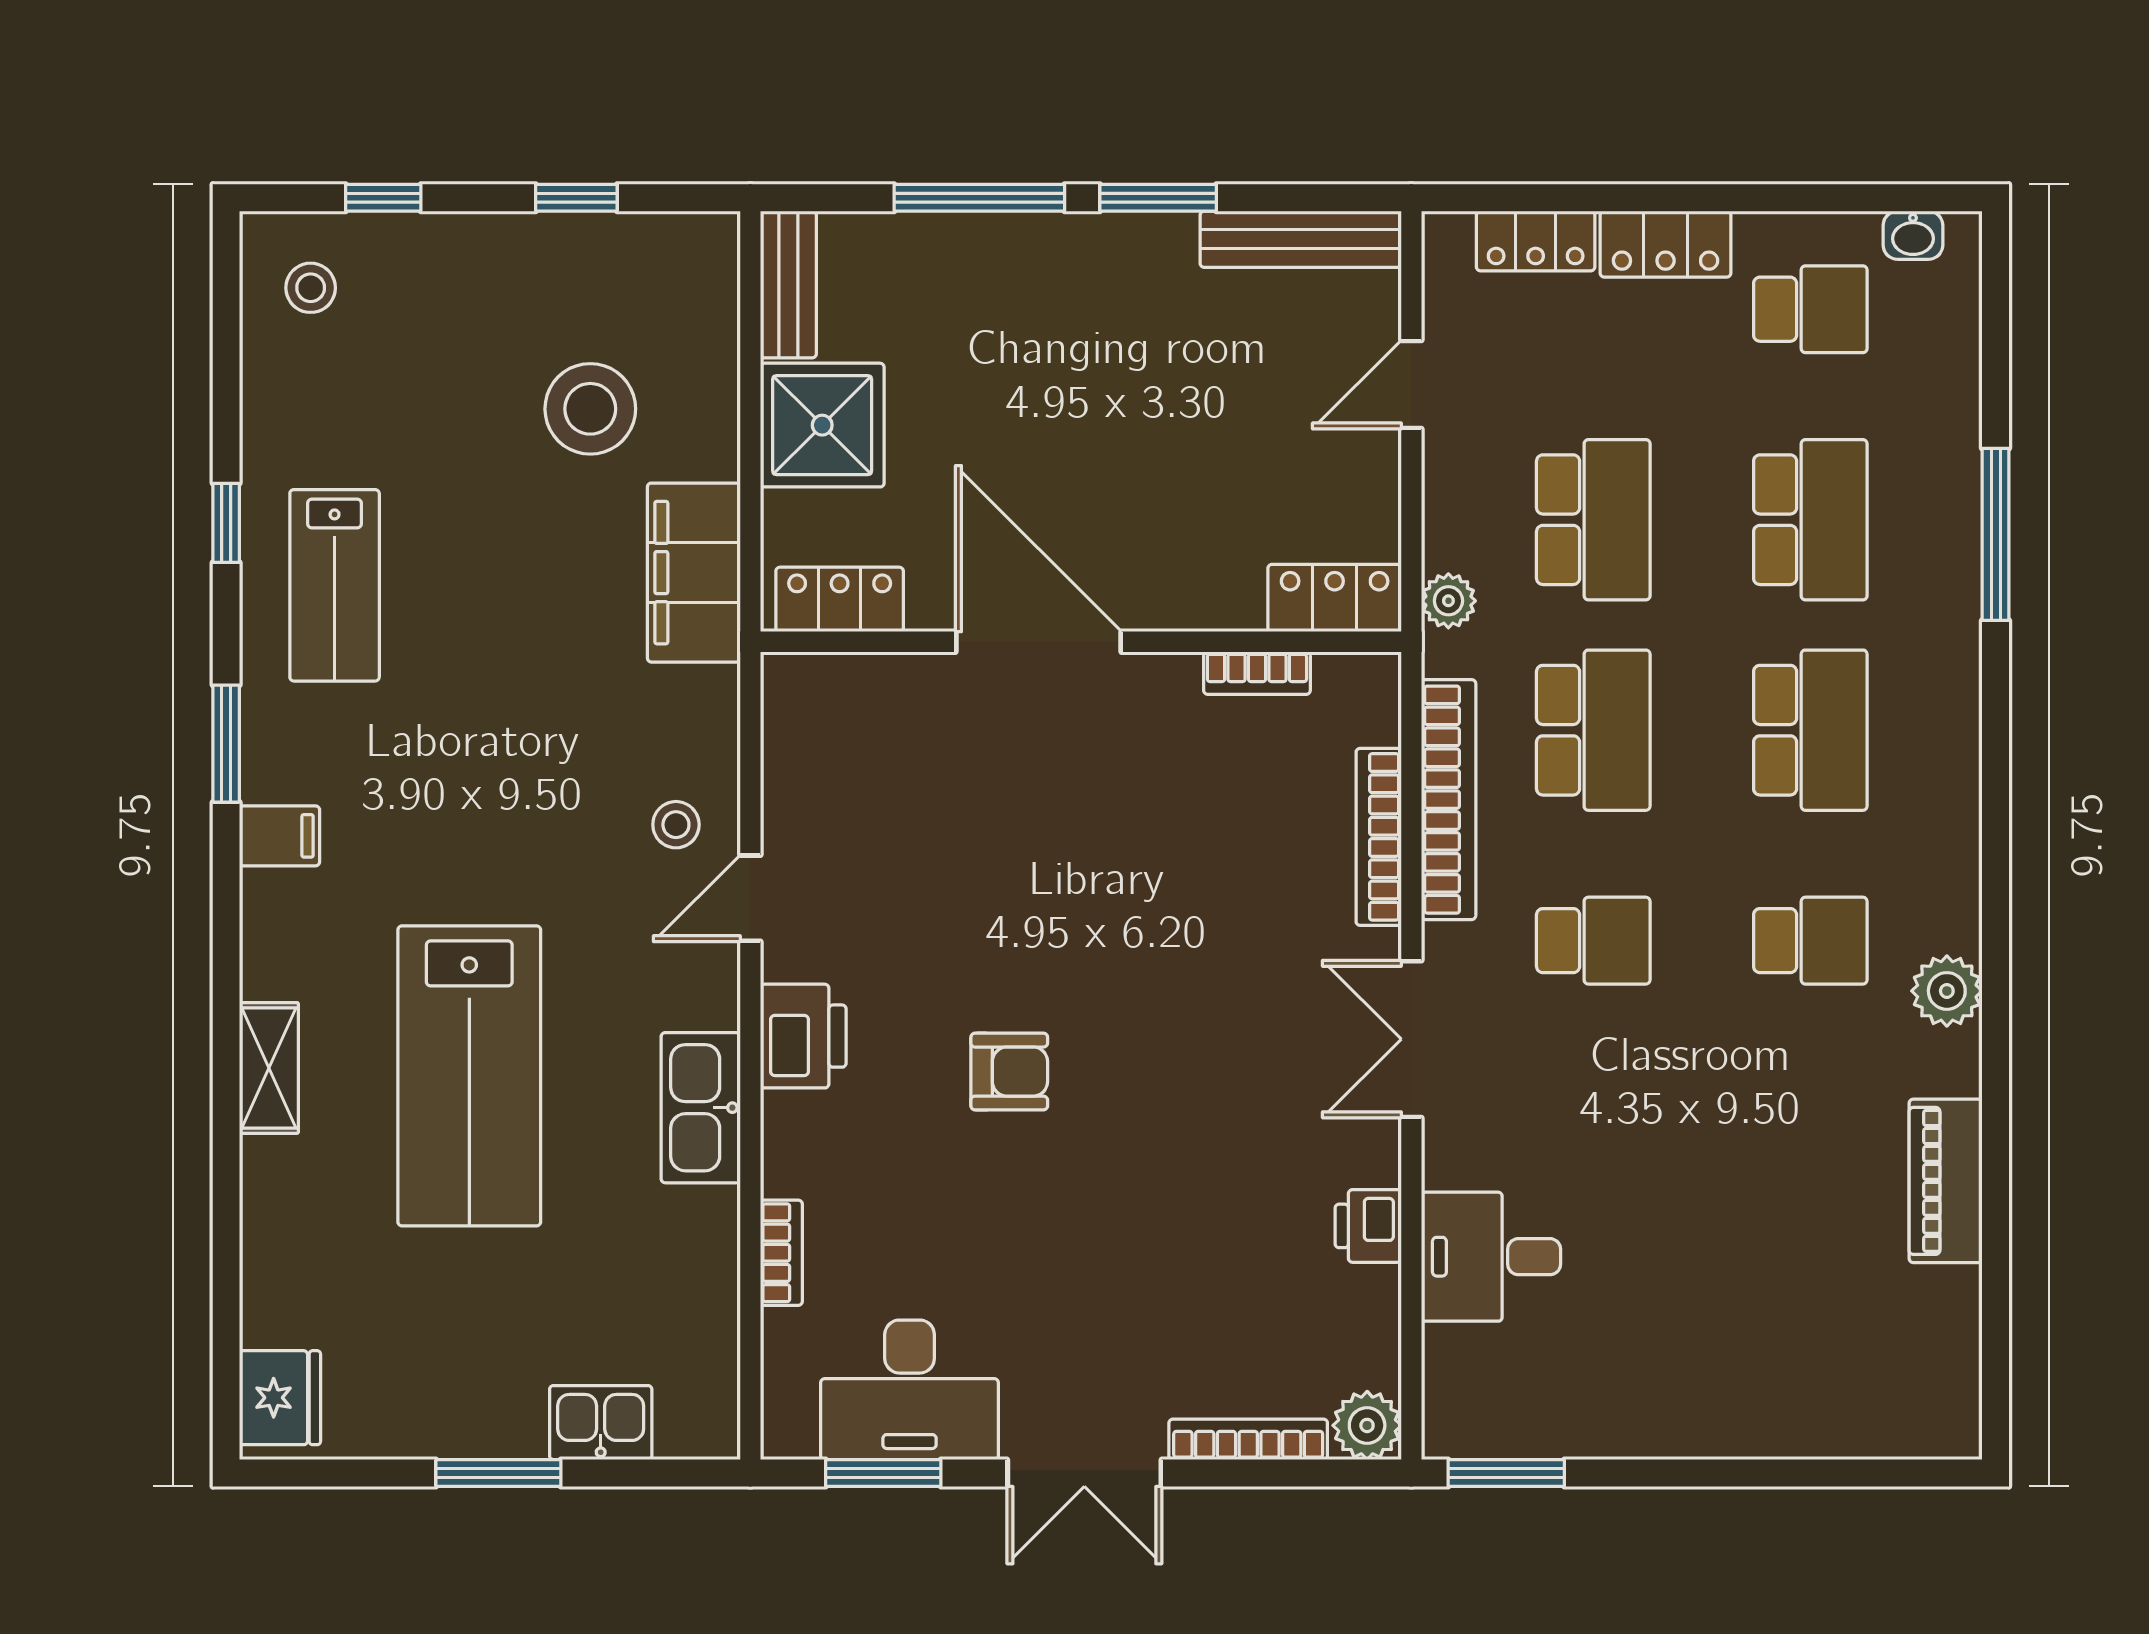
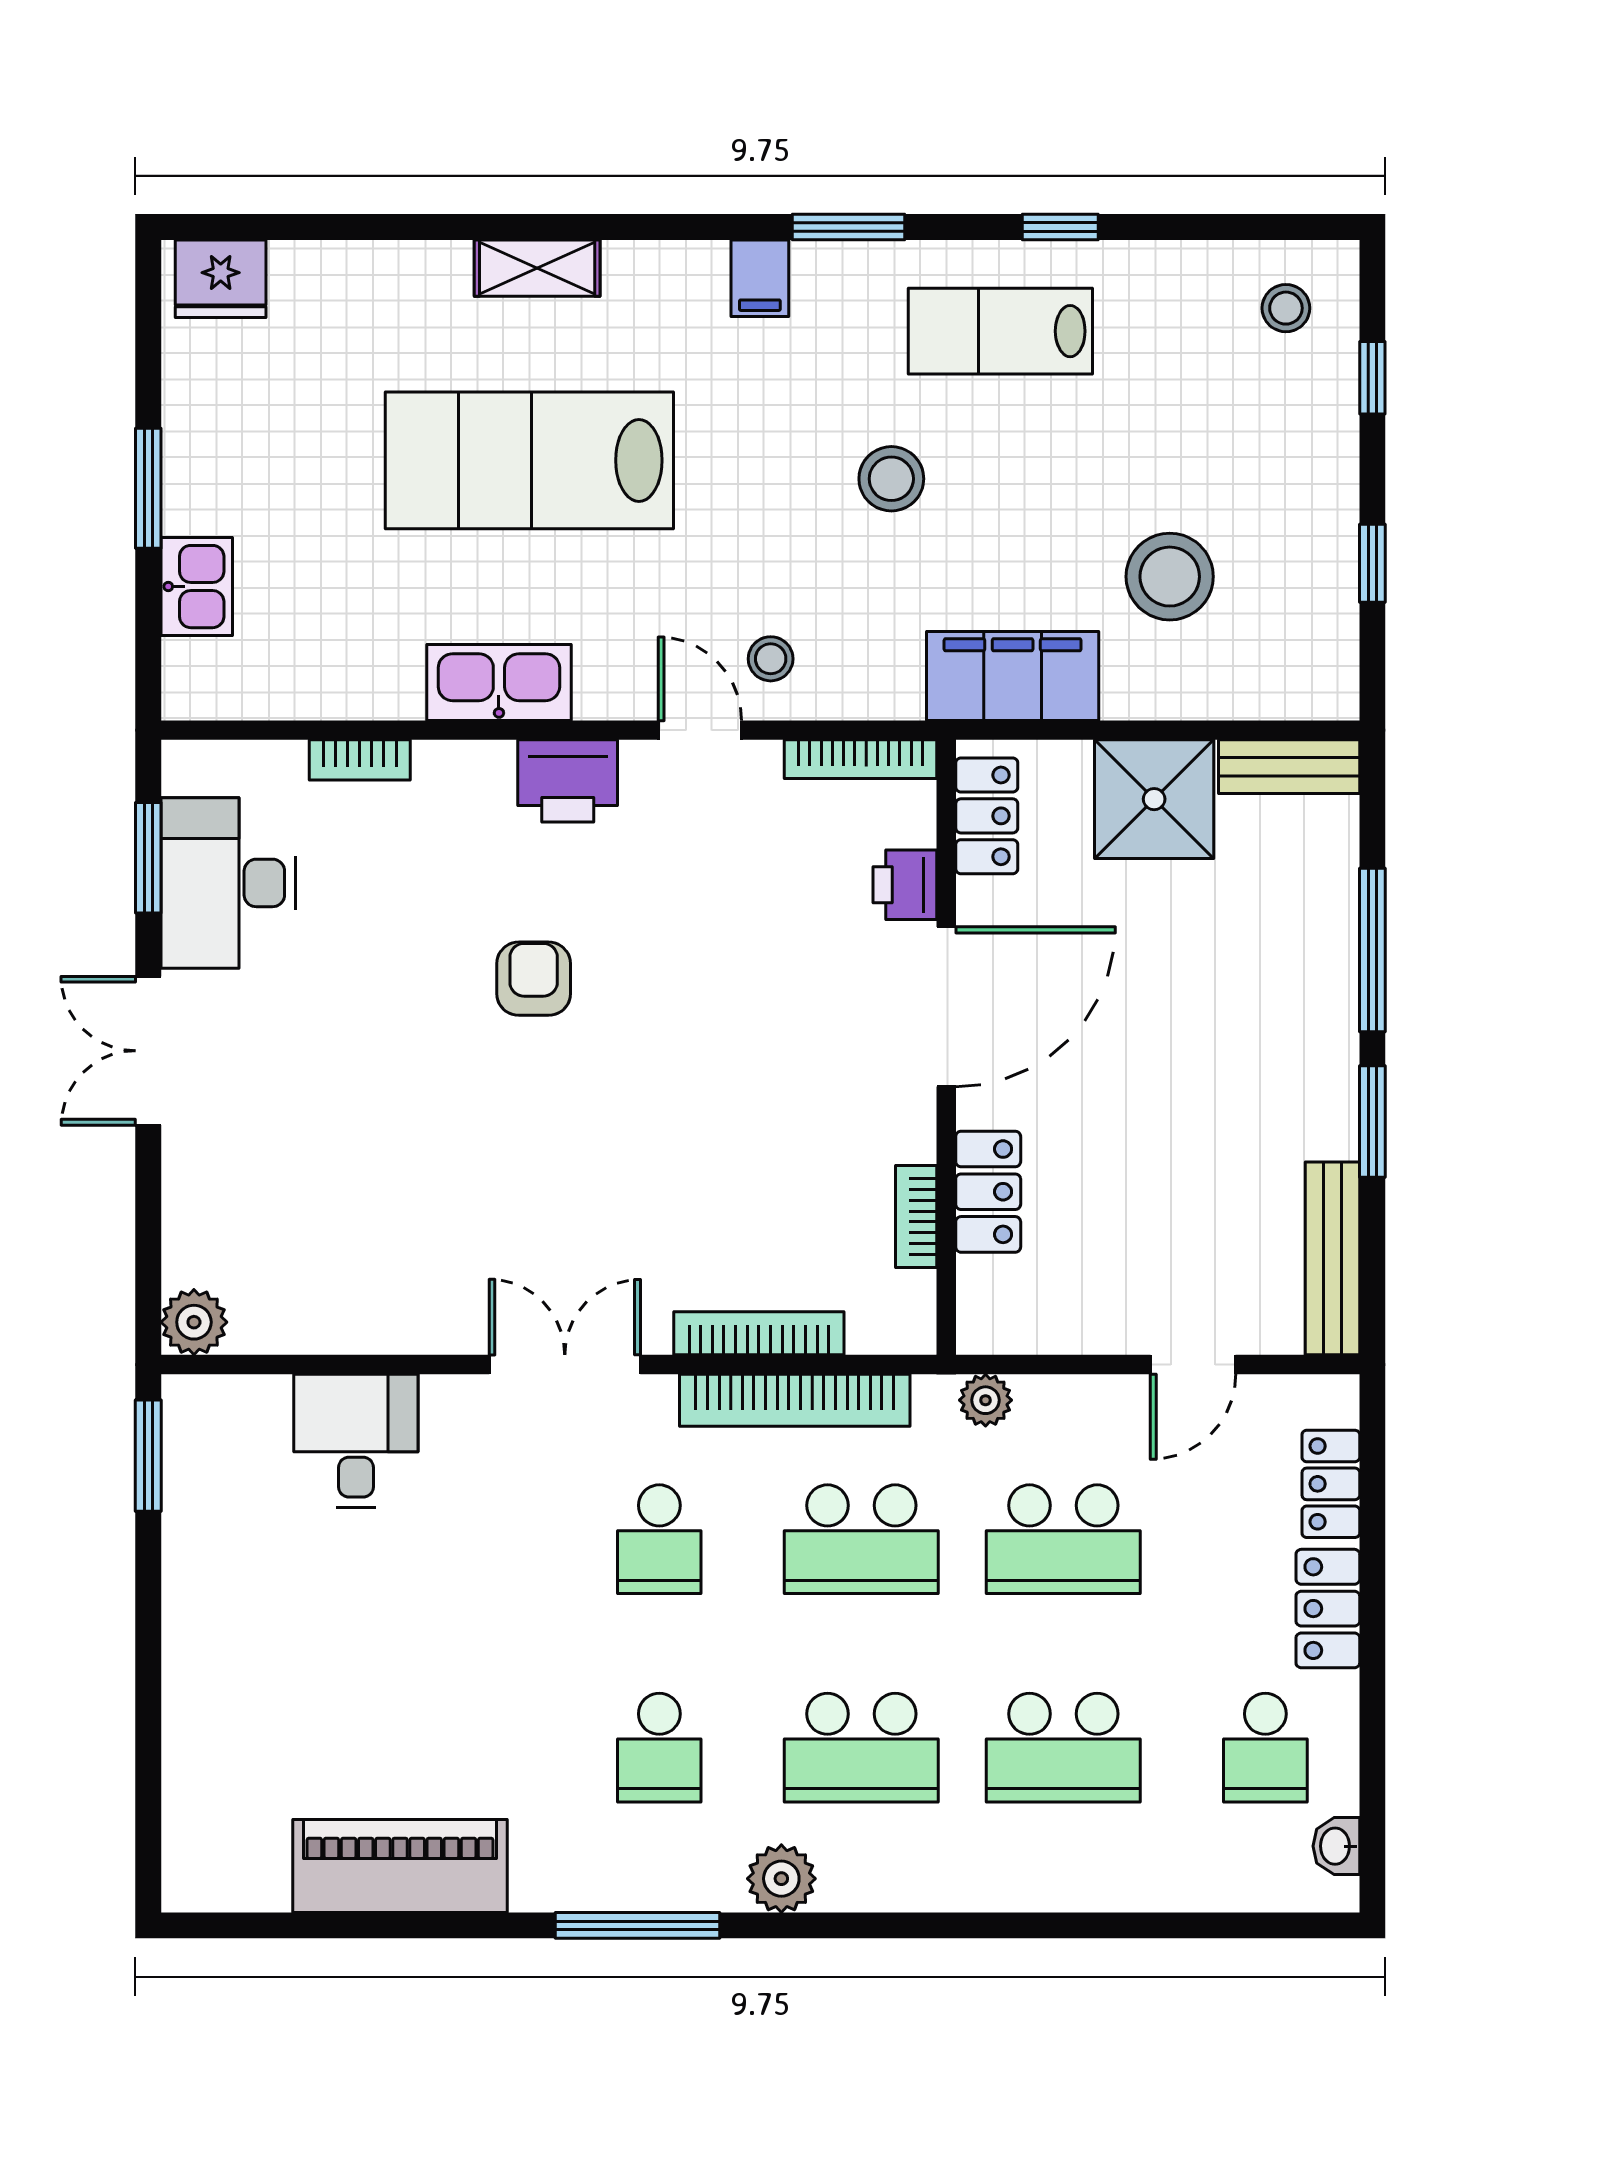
door: (1411, 385) -> (1193, 1365), swing flipped
window: (1996, 534) -> (638, 1925), moved
locker: (1335, 598) -> (988, 1192), moved
stool: (488, 699) -> (891, 479), added
plant: (1947, 991) -> (781, 1879), moved
armchair: (1009, 1072) -> (534, 979), turned 180
piano: (1946, 1181) -> (400, 1866), width x1.37, depth x1.33
printer: (1368, 1226) -> (905, 885), moved, turned -90
bookcase: (1248, 1439) -> (860, 759), moved, turned 90

